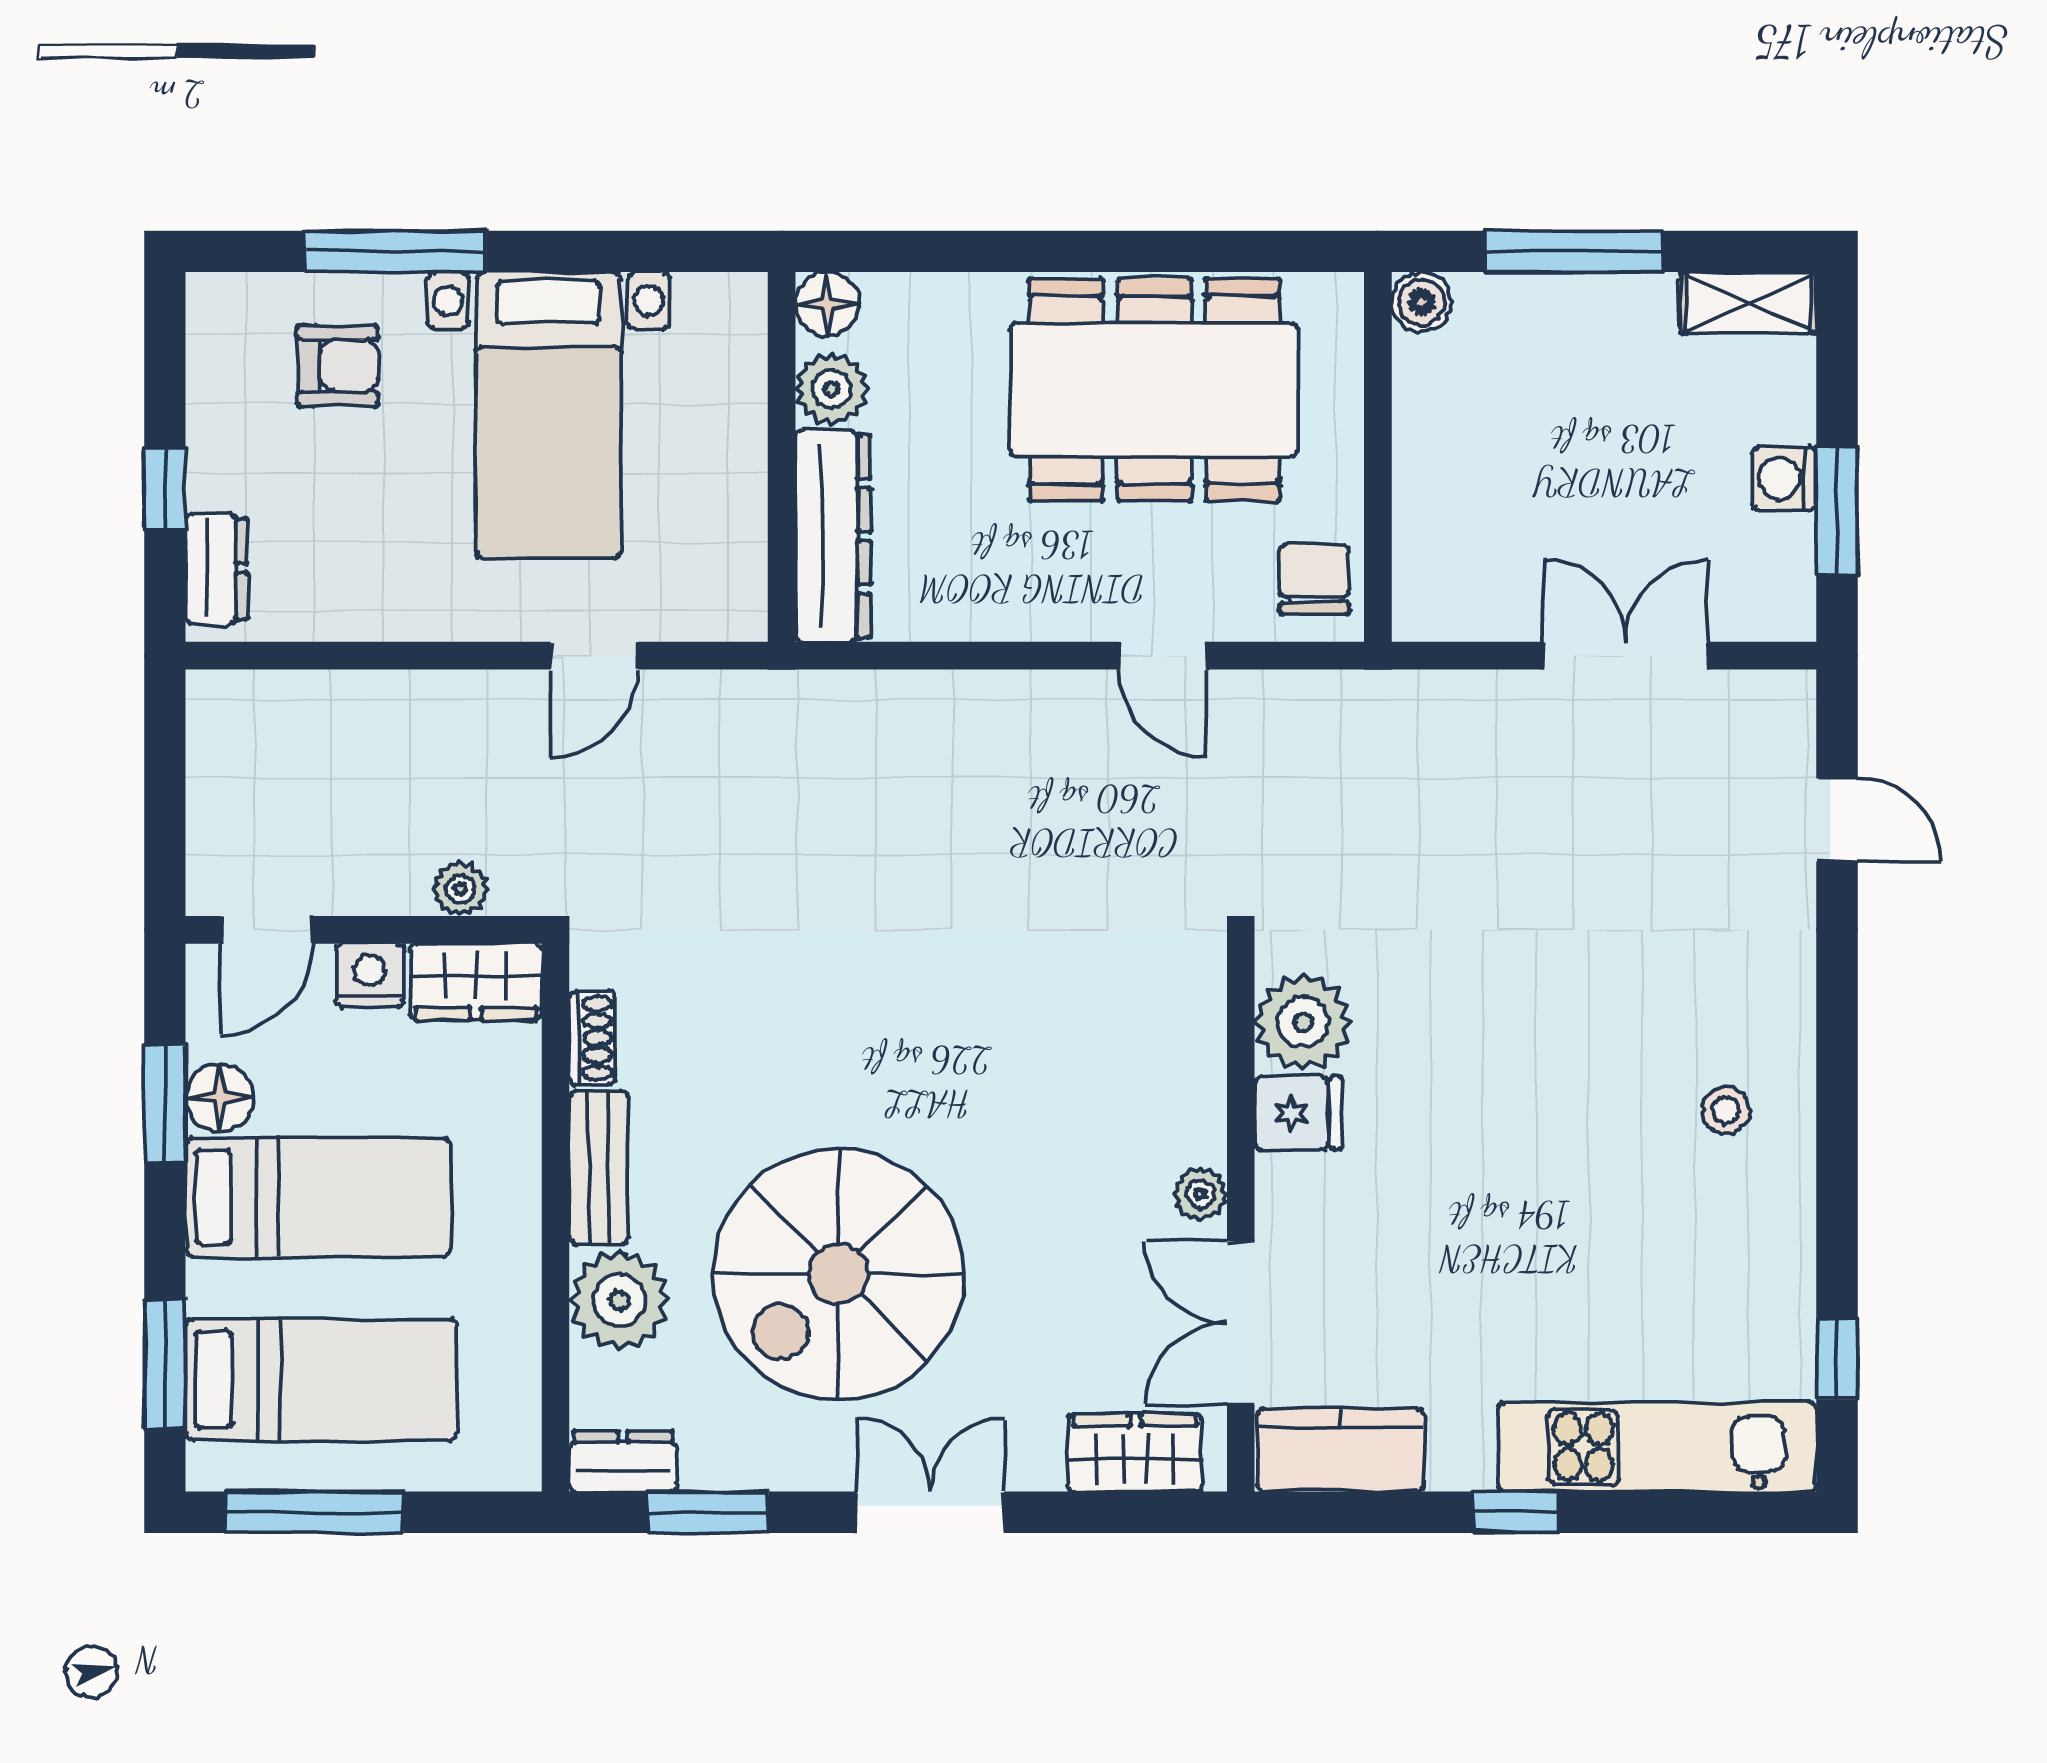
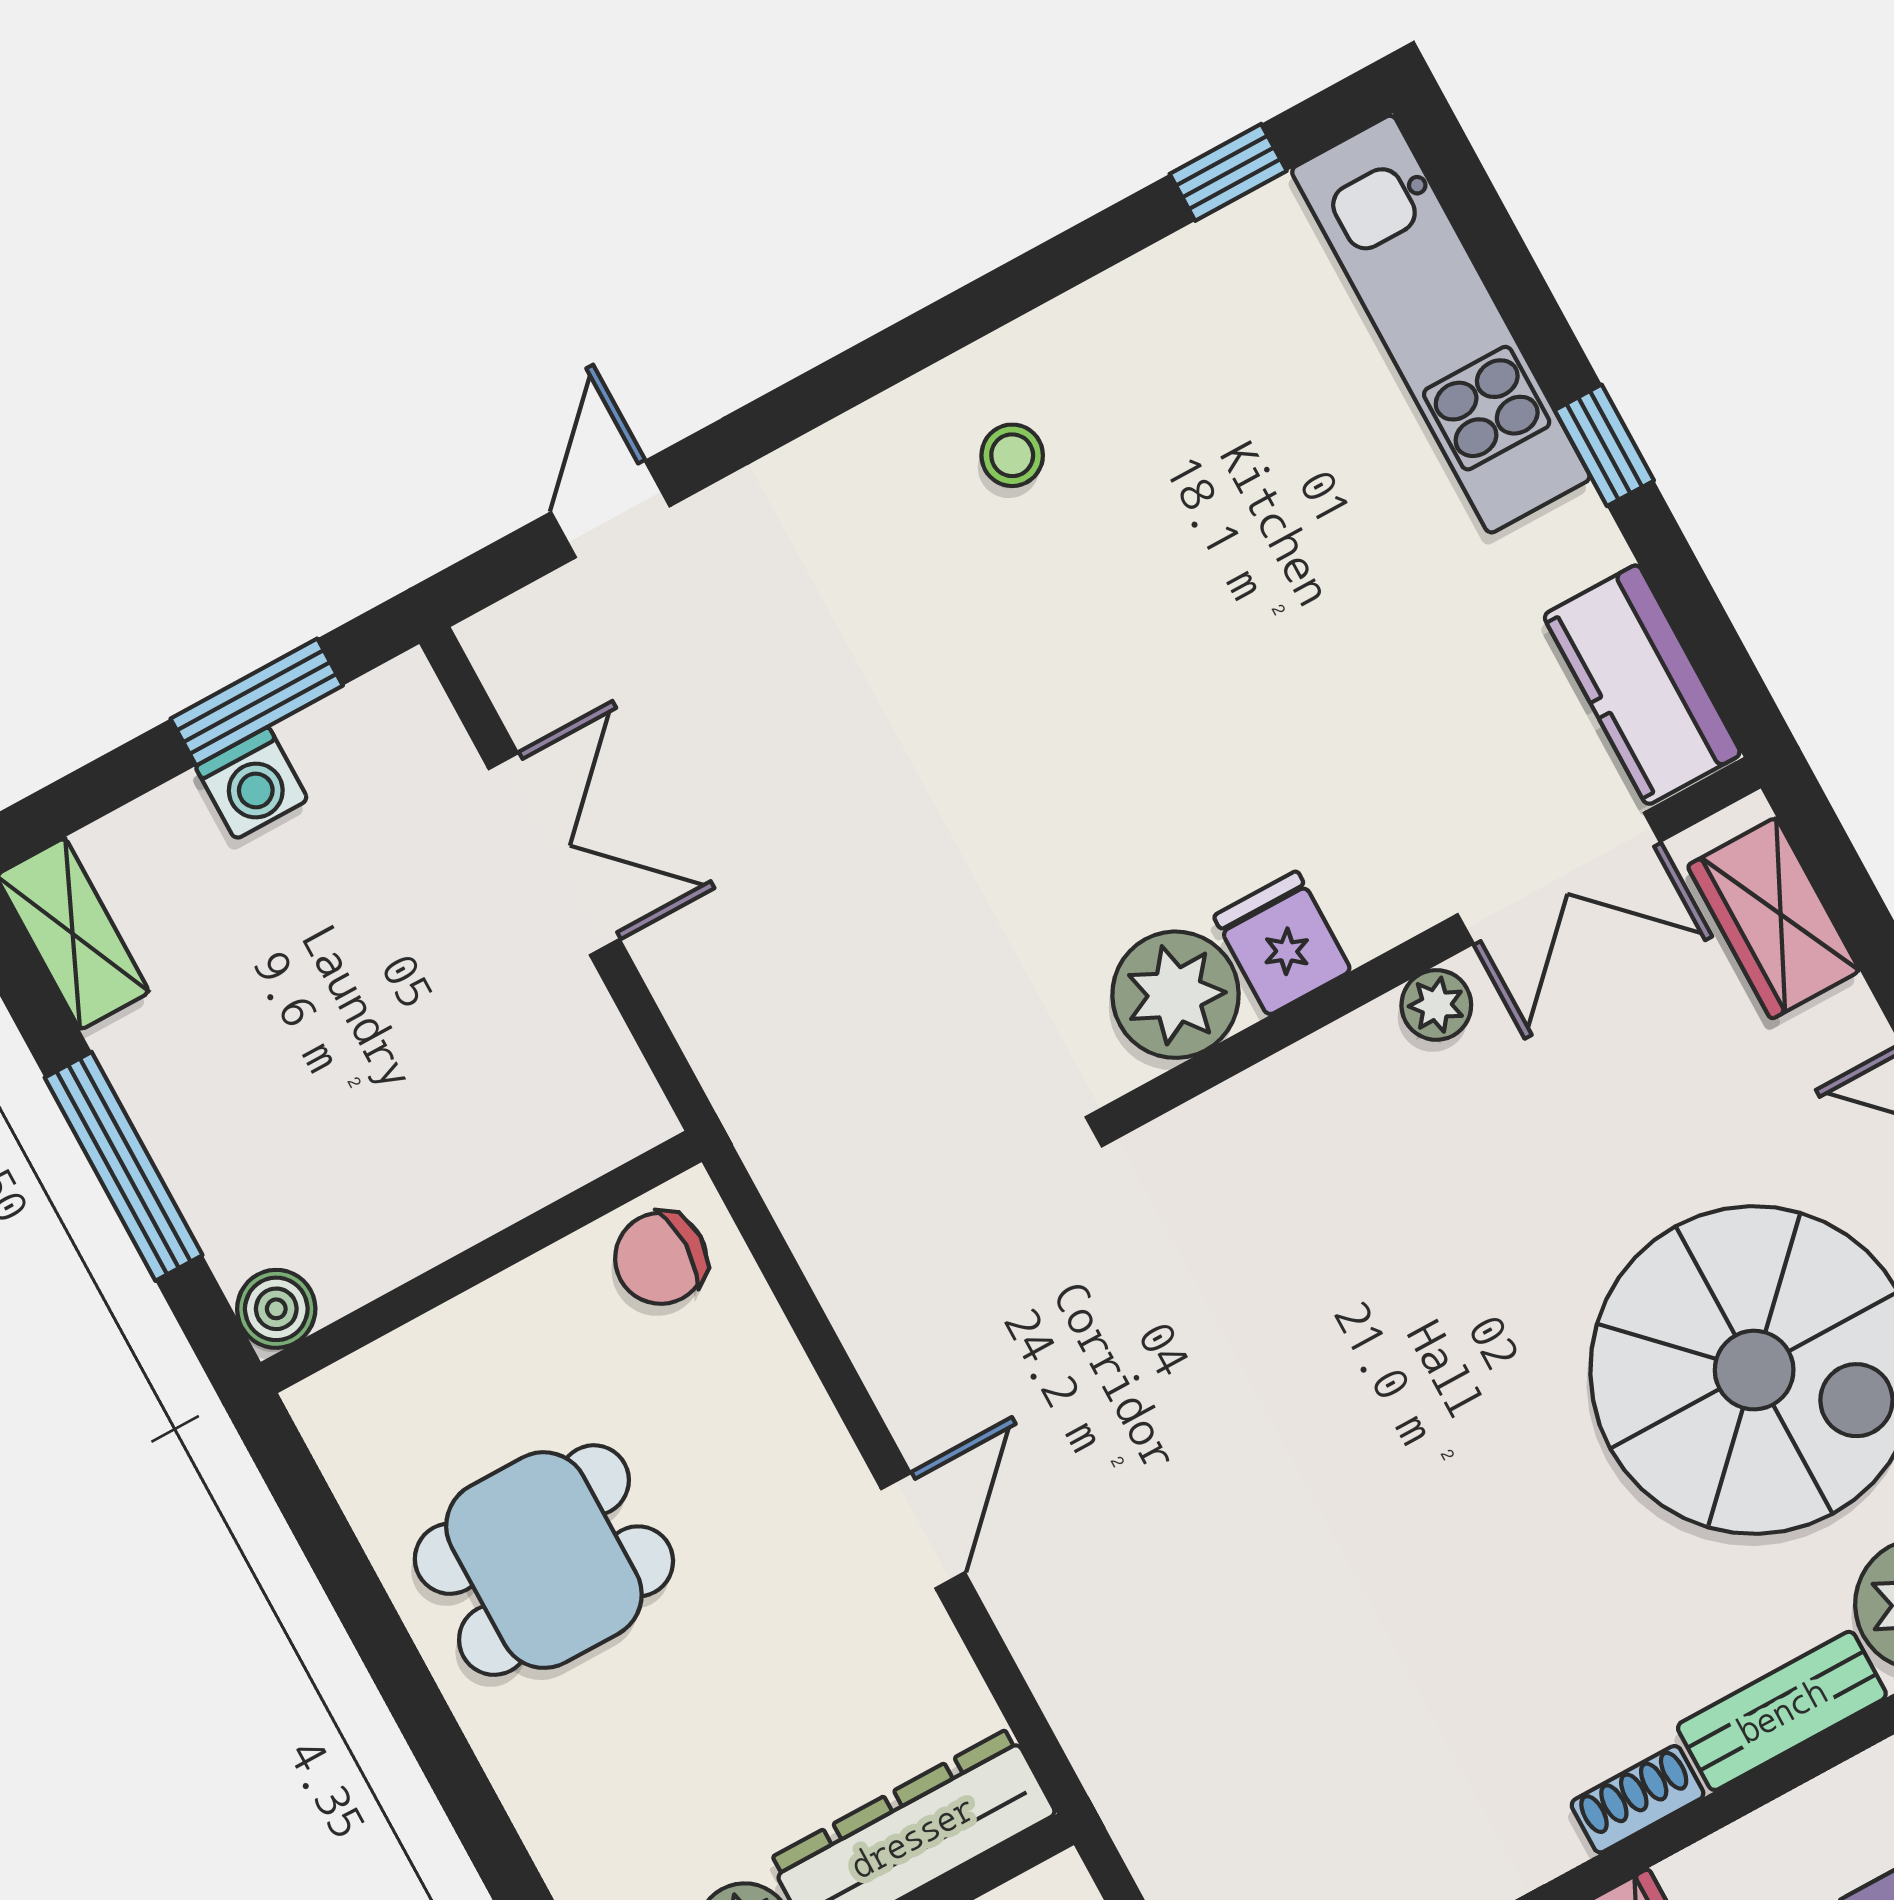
dining table: (1154, 390) -> (544, 1560), width x0.53, depth x0.80
door: (1163, 656) -> (923, 1531), moved
double door: (1626, 656) -> (554, 854), swing flipped

